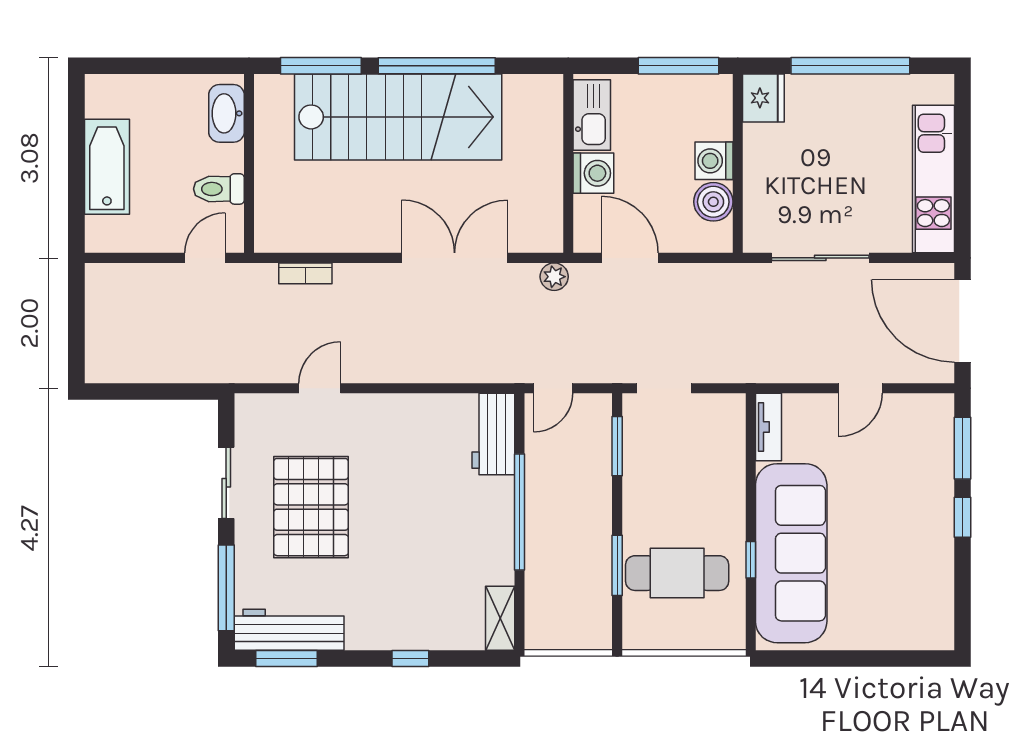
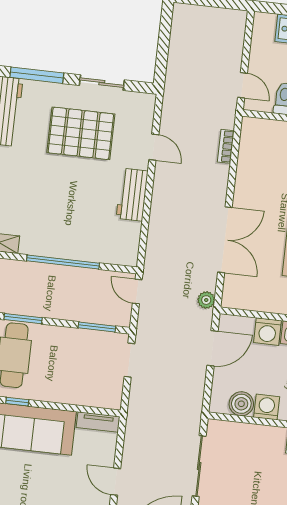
workbench: (493, 434) -> (132, 195), moved, turned -90

